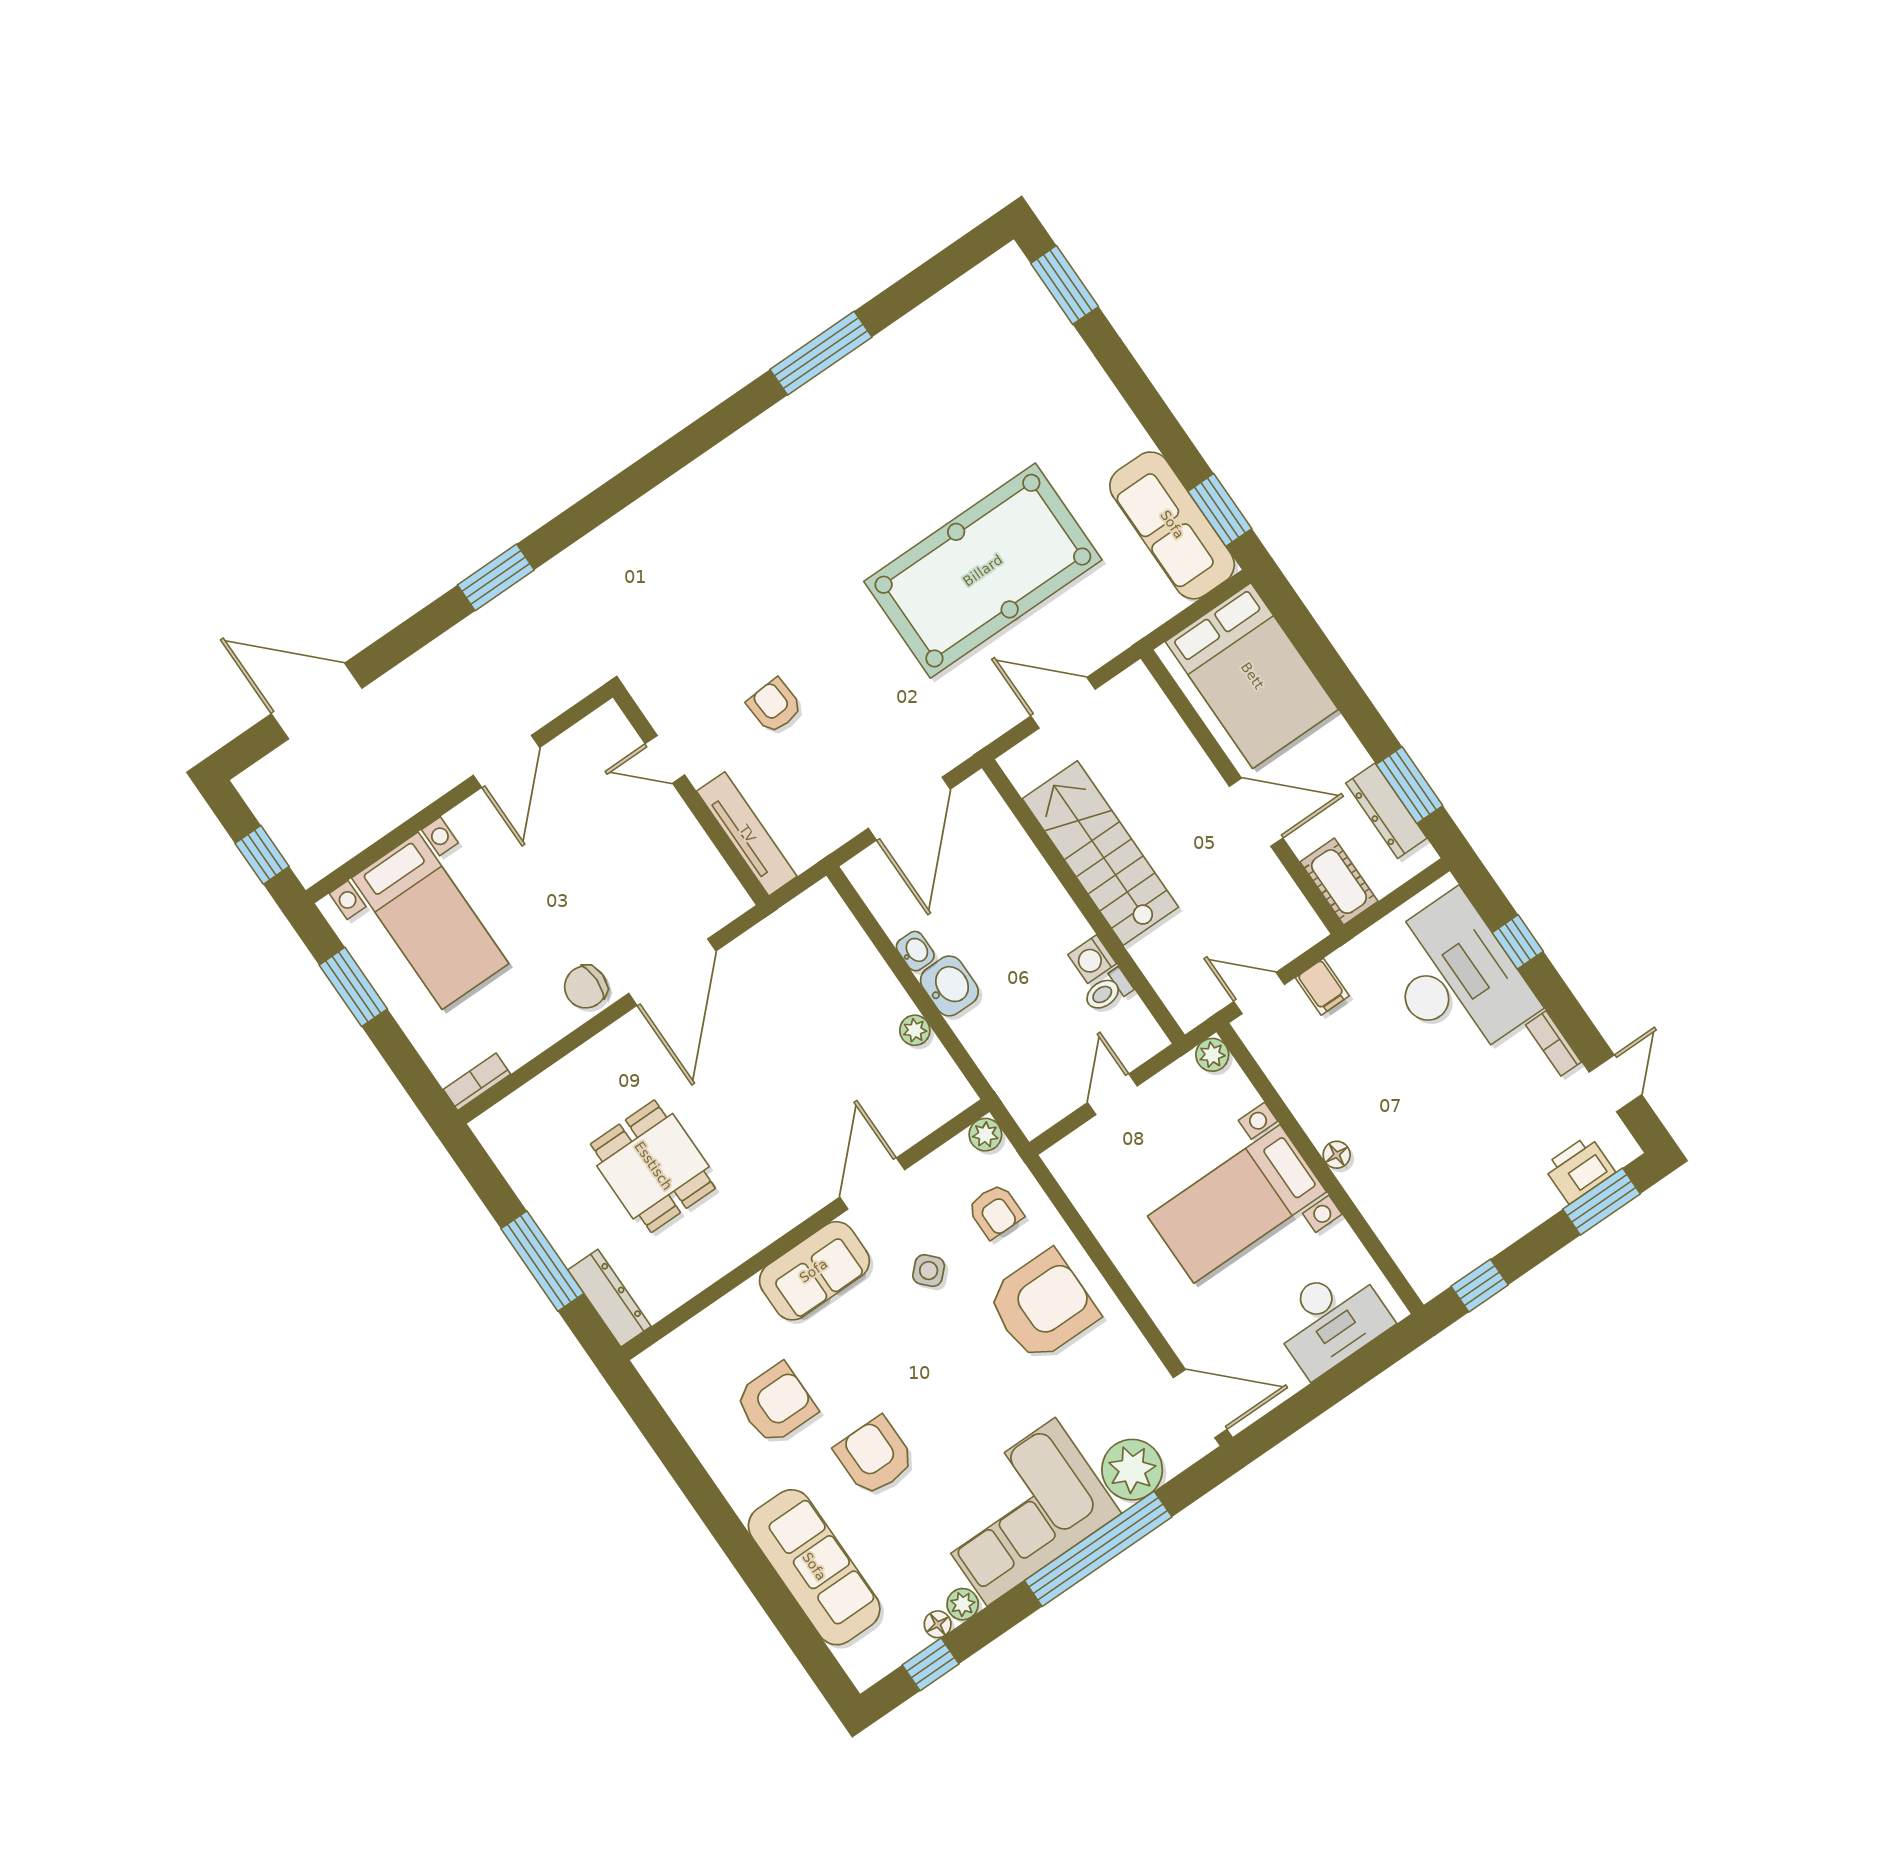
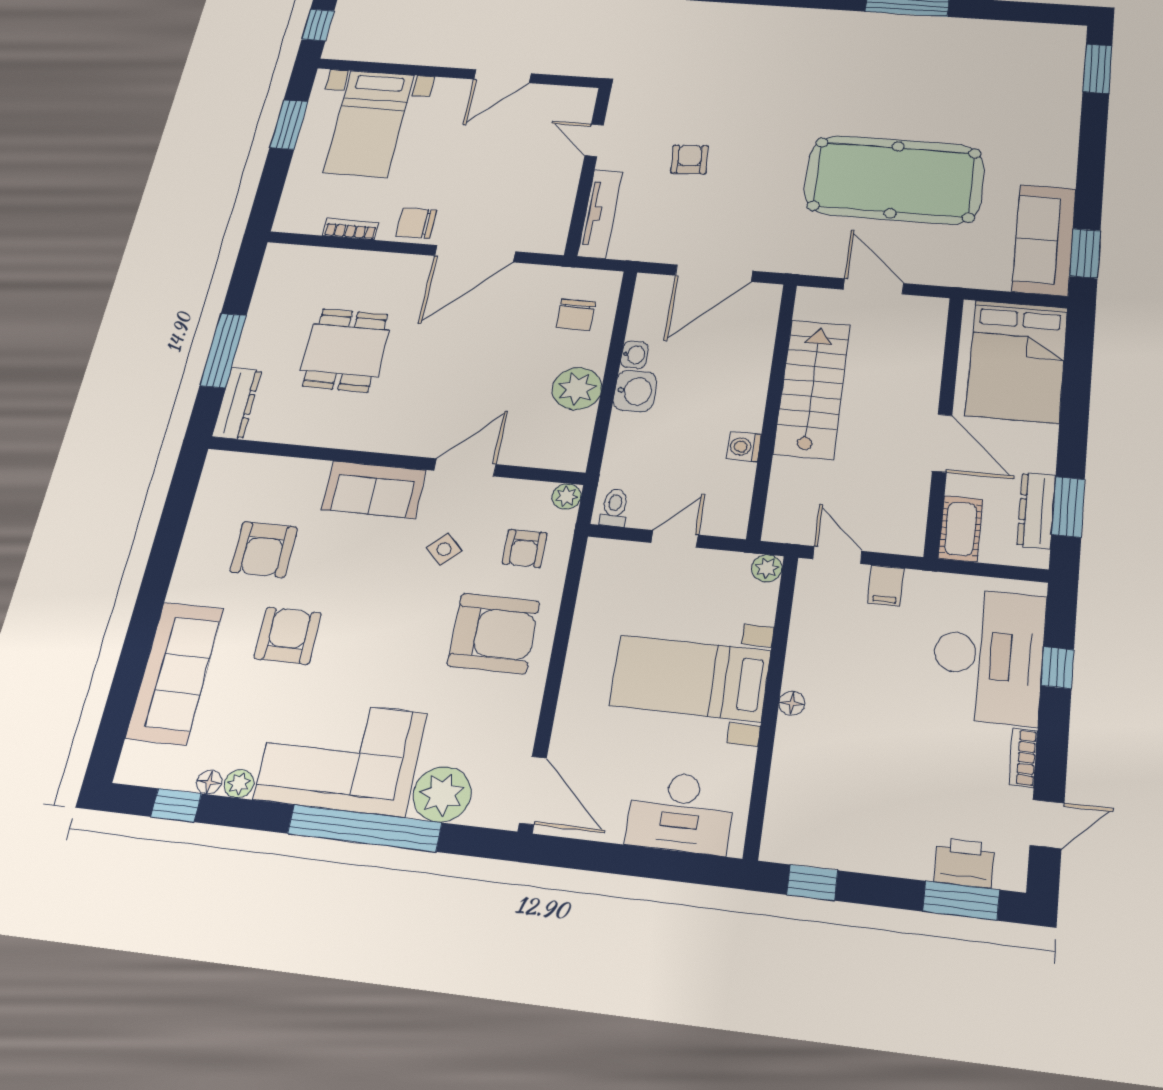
chair: (825, 956) -> (576, 315), added
toilet: (1108, 991) -> (614, 508), moved, turned 90
plant: (915, 1030) -> (577, 389), width x1.87, depth x1.87
bookcase: (477, 1082) -> (351, 229), moved
armchair: (776, 1404) -> (264, 549), turned 90

